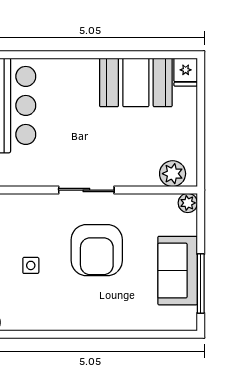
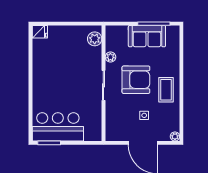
booth: (136, 82) -> (45, 59), removed
plant: (188, 203) -> (110, 57), moved
coffee table: (78, 306) -> (166, 90), added

